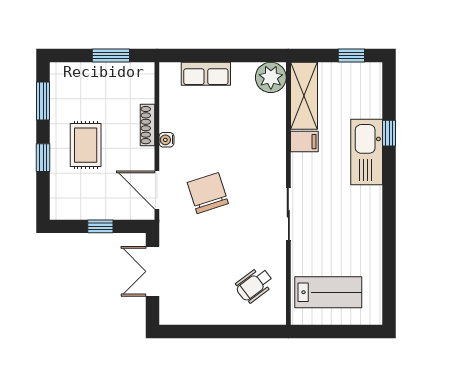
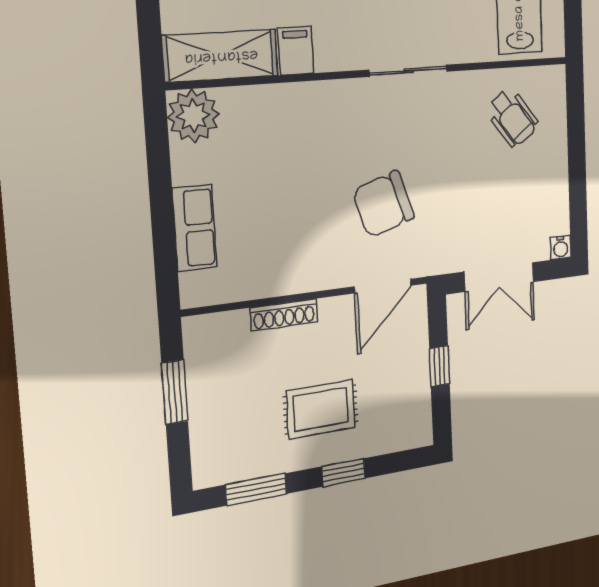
water cooler: (167, 140) -> (561, 247), moved

